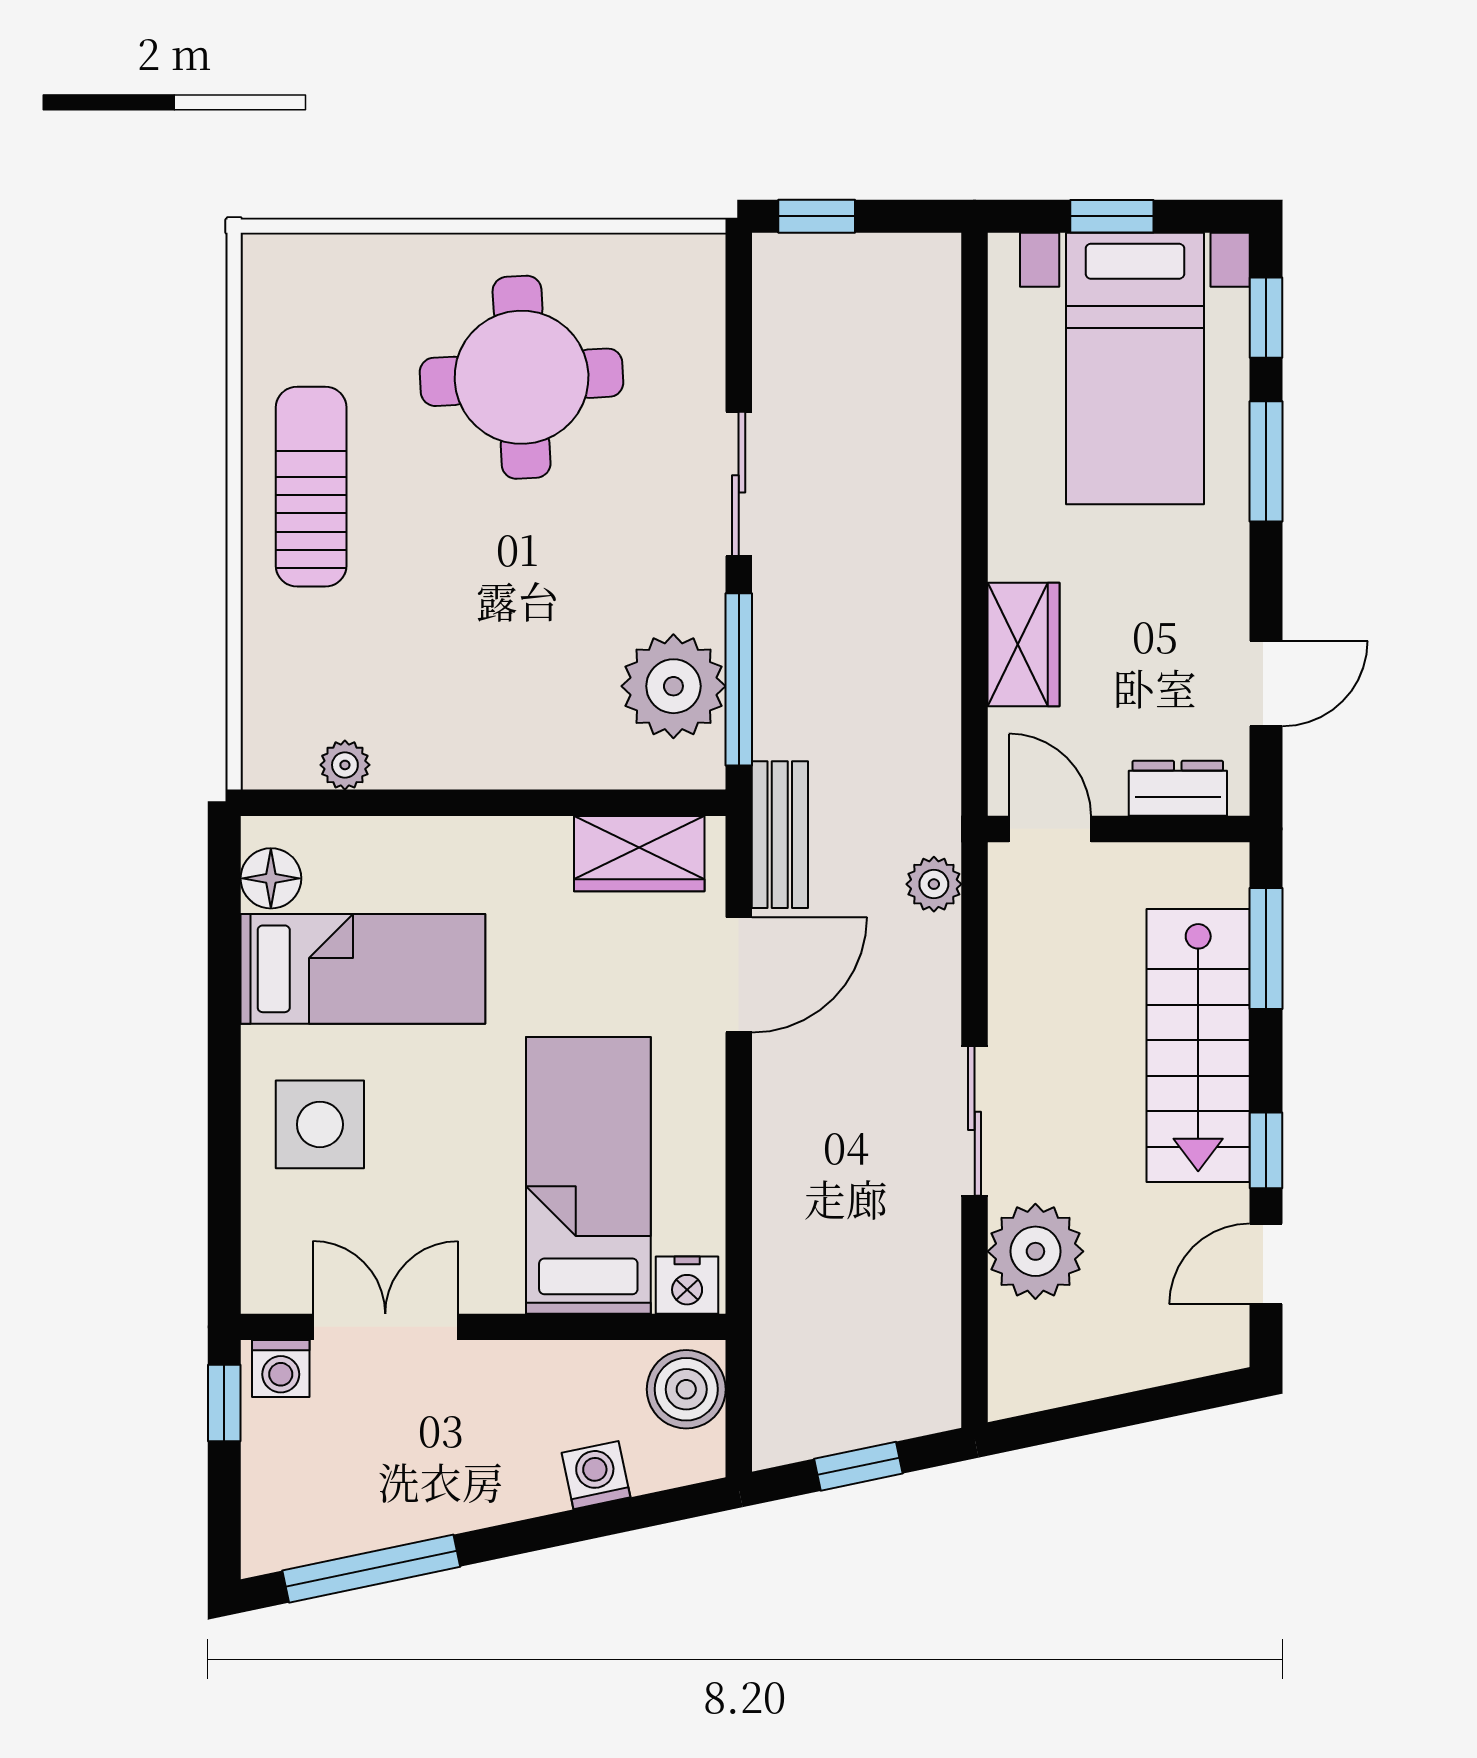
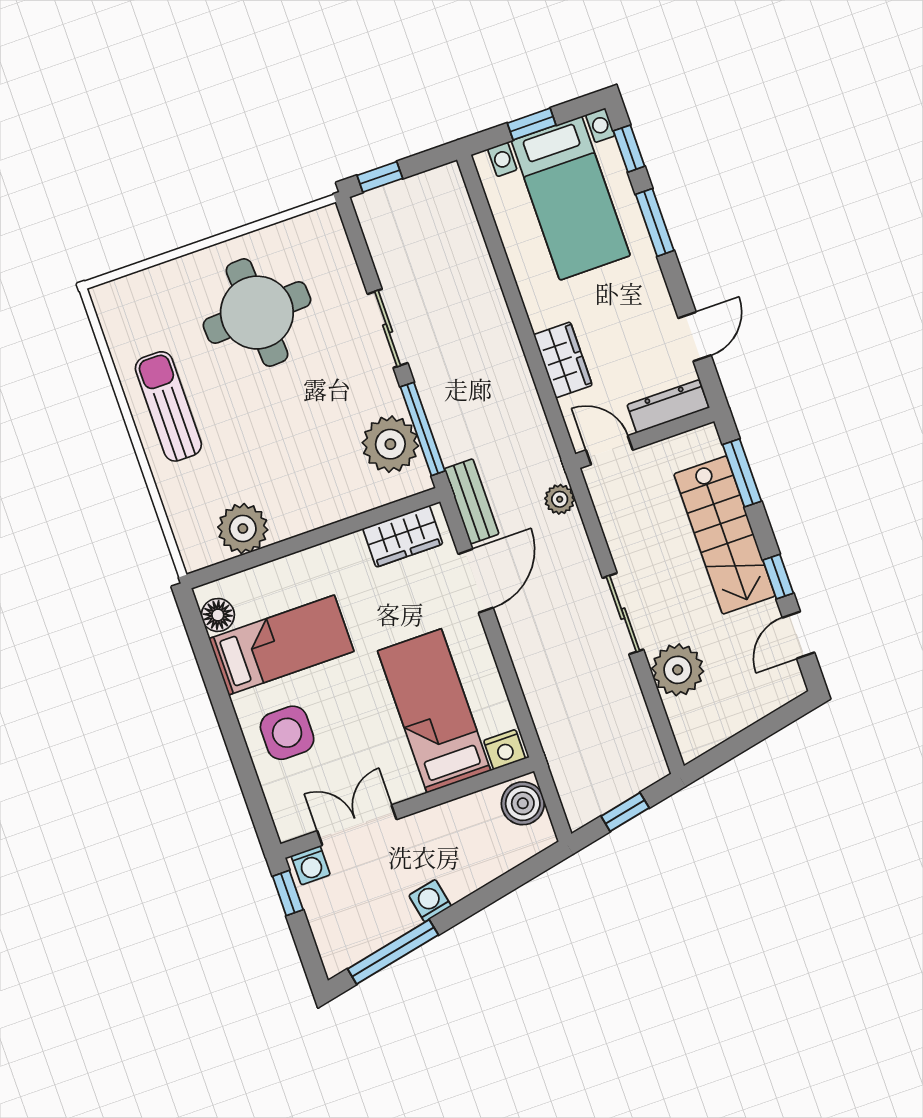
plant: (345, 765) -> (243, 528), width x1.87, depth x1.87
dresser: (1178, 788) -> (668, 406), width x1.44
washing machine: (596, 1475) -> (430, 901), moved

